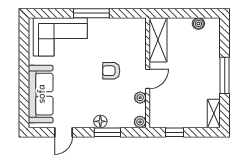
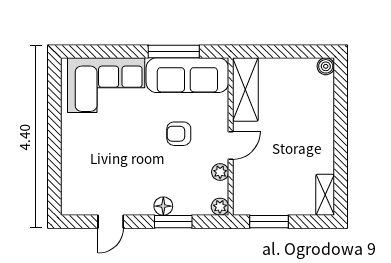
window: (91, 13) -> (174, 52), moved
boiler: (198, 24) -> (326, 66), moved
window: (225, 75) -> (341, 140), removed
sofa: (41, 94) -> (187, 75), moved, turned 90
window: (174, 132) -> (269, 222), width x1.50

